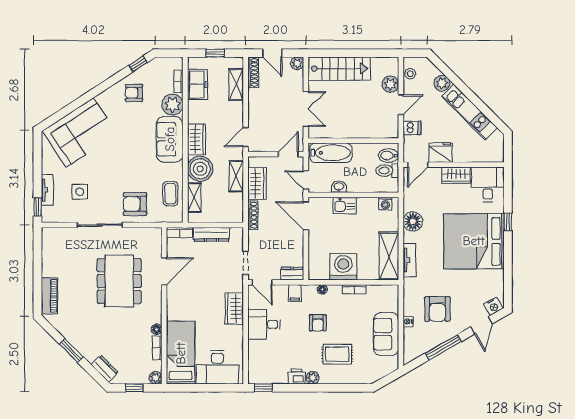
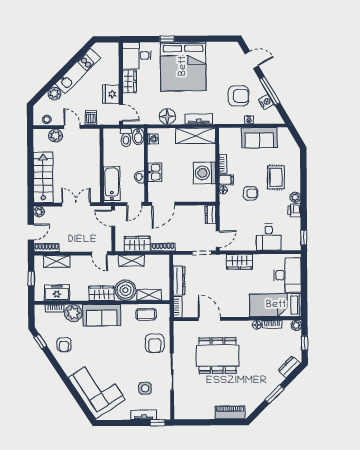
bidet: (388, 156) -> (138, 136), moved
filing cabinet: (295, 293) -> (226, 180), moved
nightstand: (493, 306) -> (266, 102), moved
desk: (264, 324) -> (269, 237), moved

